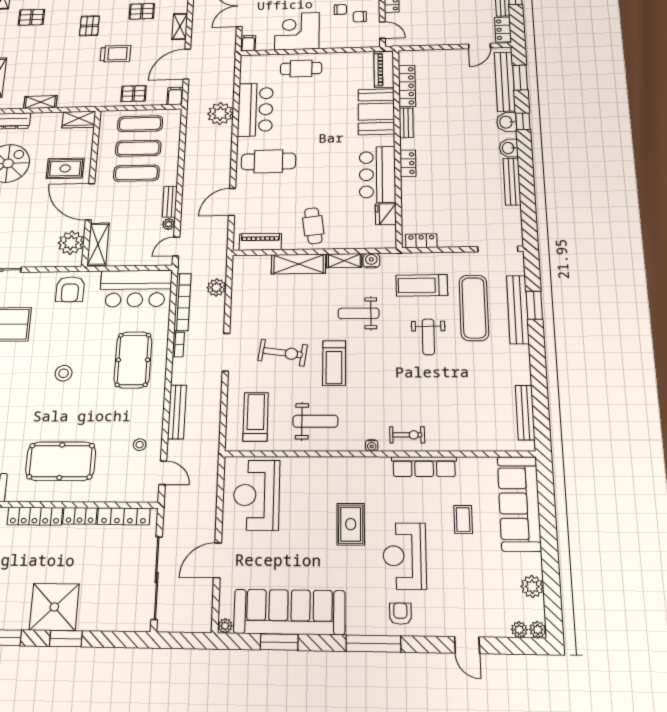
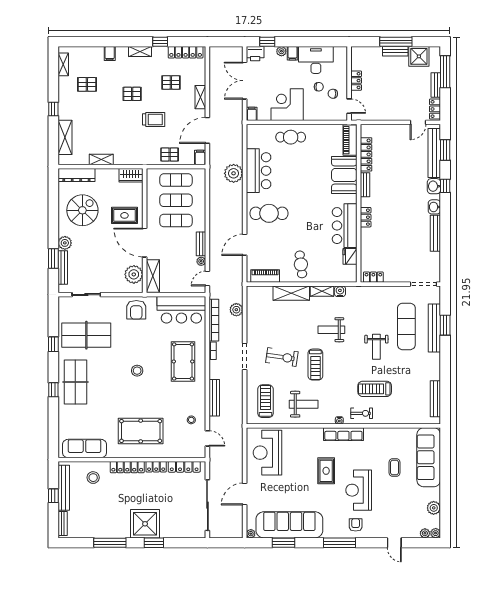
pallet: (89, 26) -> (132, 94), turned 90
treadmill: (422, 285) -> (375, 389), moved
row of seats: (424, 467) -> (343, 434), moved

